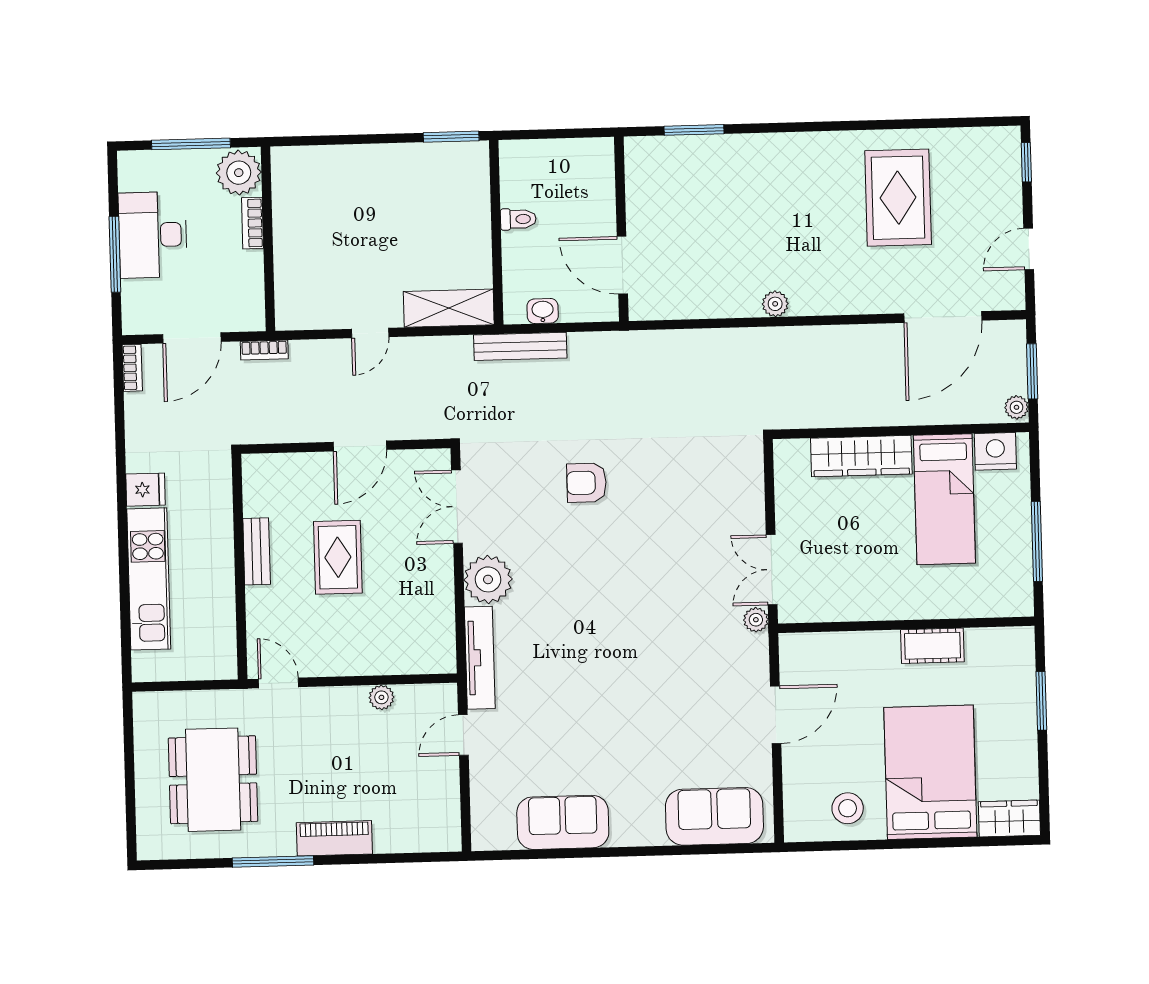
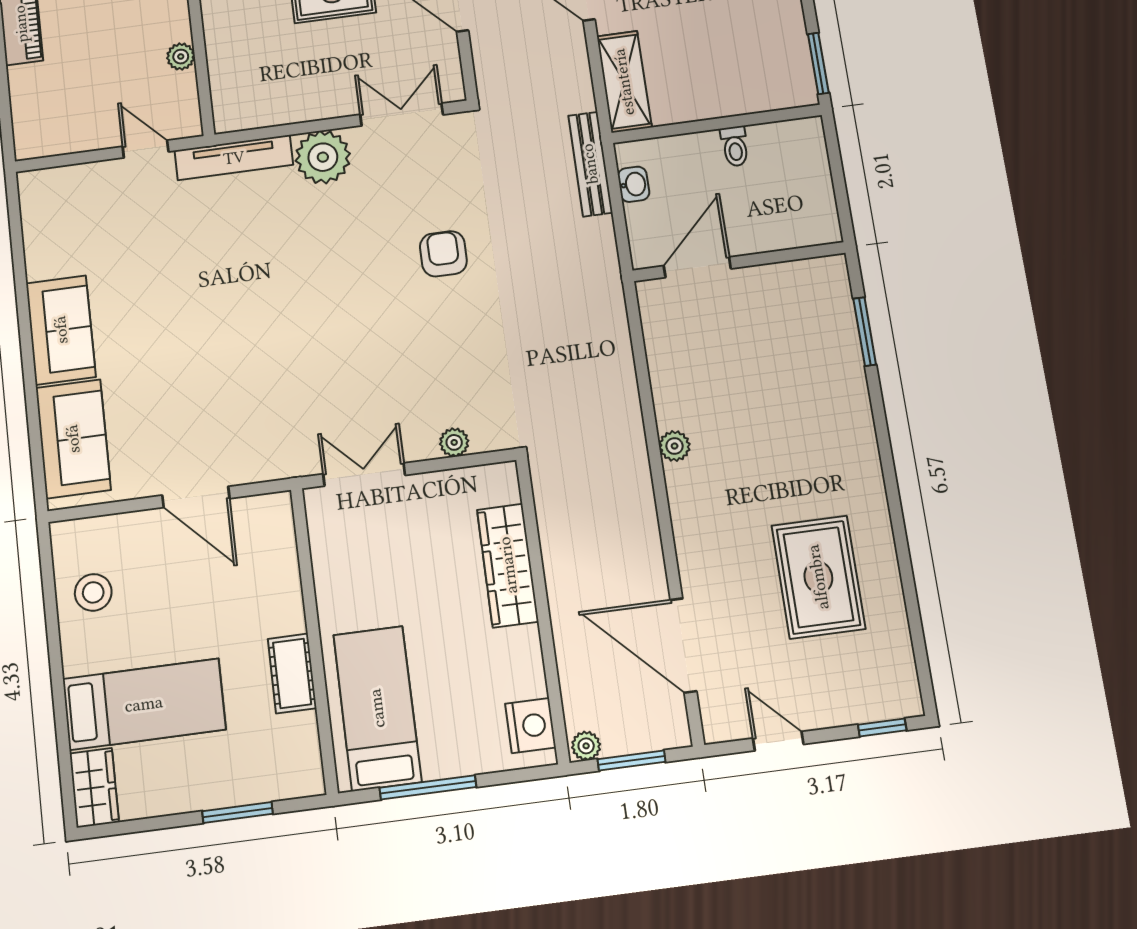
rug: (898, 198) -> (818, 577), turned 90
bed: (944, 499) -> (377, 708), moved, turned 90
plant: (756, 620) -> (454, 442), moved
bed: (930, 772) -> (144, 704), width x0.67
sofa: (563, 822) -> (61, 330), moved

